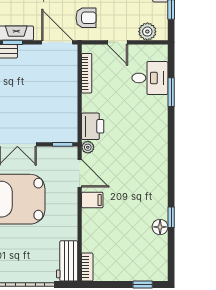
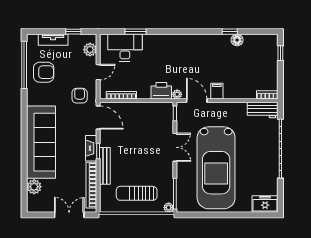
door: (57, 42) -> (98, 118), swing flipped
desk: (150, 78) -> (125, 48), width x1.37
door: (80, 173) -> (197, 101), hinge flipped

